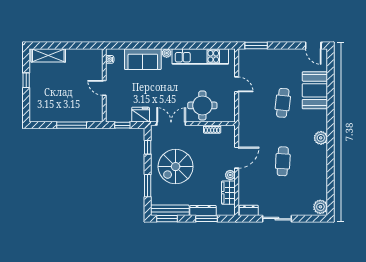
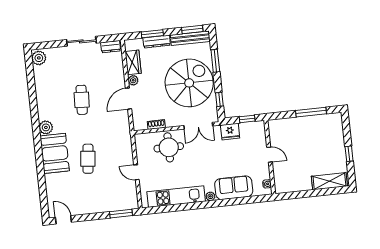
booth: (315, 90) -> (55, 153), moved
window: (72, 125) -> (311, 112), moved
spiral stairs: (176, 167) -> (189, 83), width x1.37, depth x1.37

